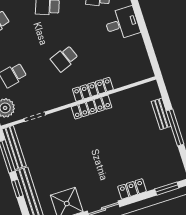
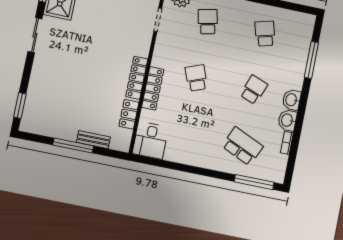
desk: (122, 23) -> (150, 140), moved
locker: (132, 189) -> (129, 114), moved, turned 180

